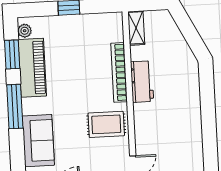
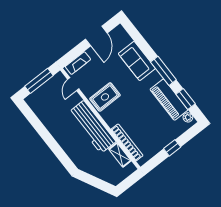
shelving: (136, 28) -> (120, 155), moved
bookcase: (119, 72) -> (127, 142), moved
workbench: (142, 82) -> (92, 127), width x1.88, depth x1.32

